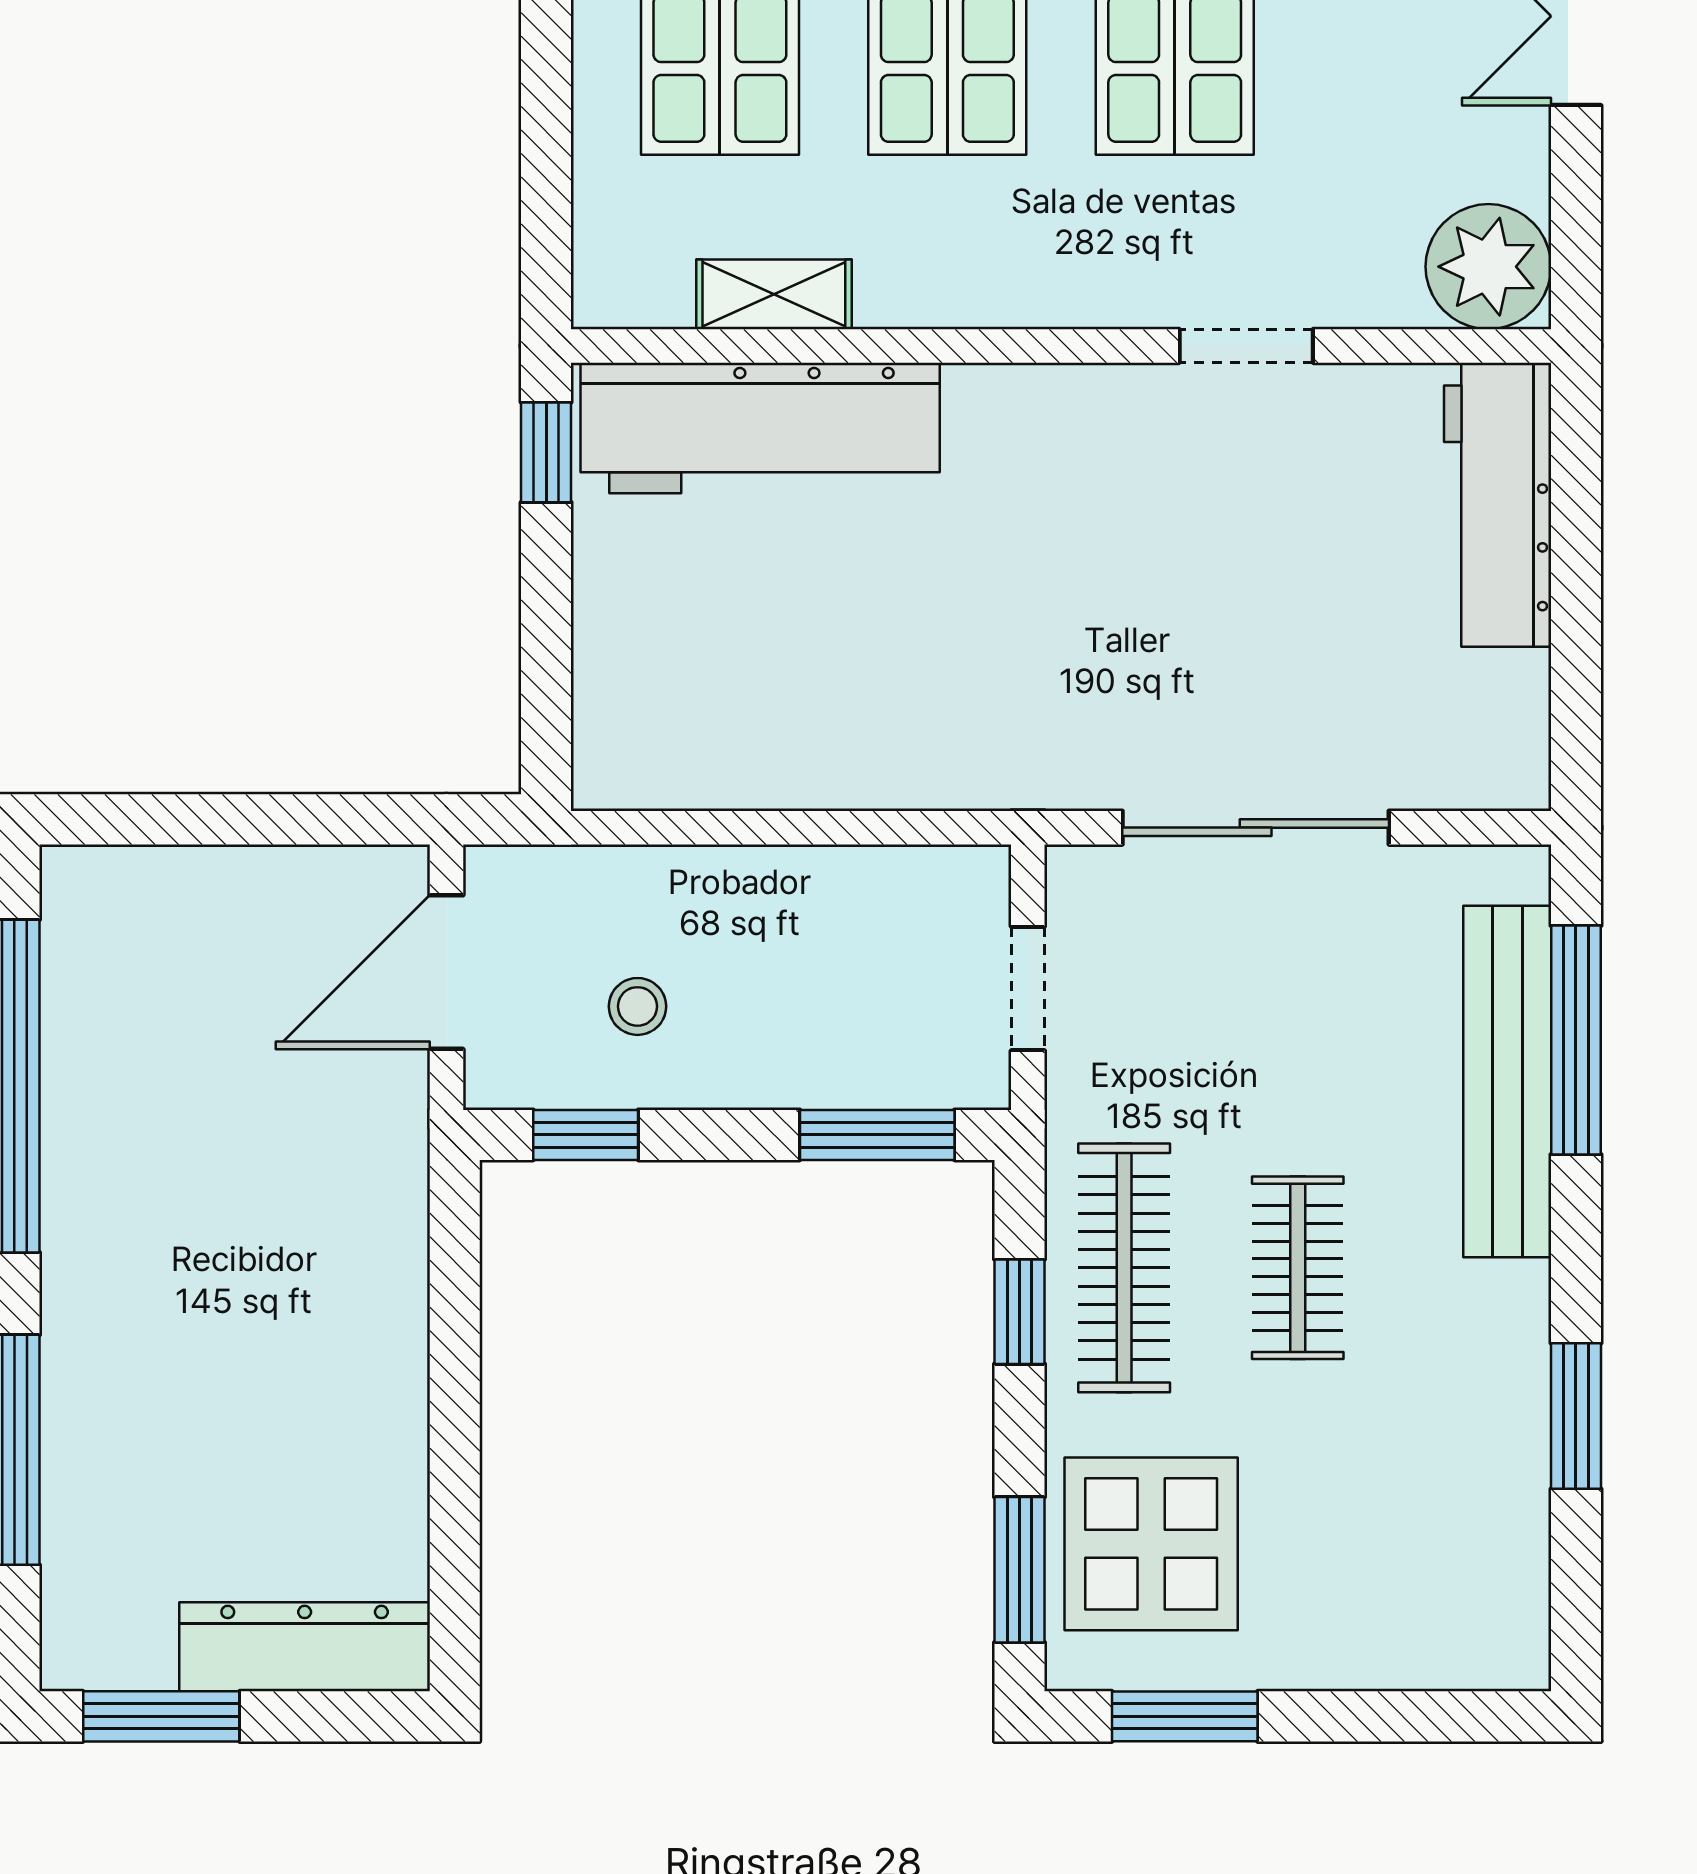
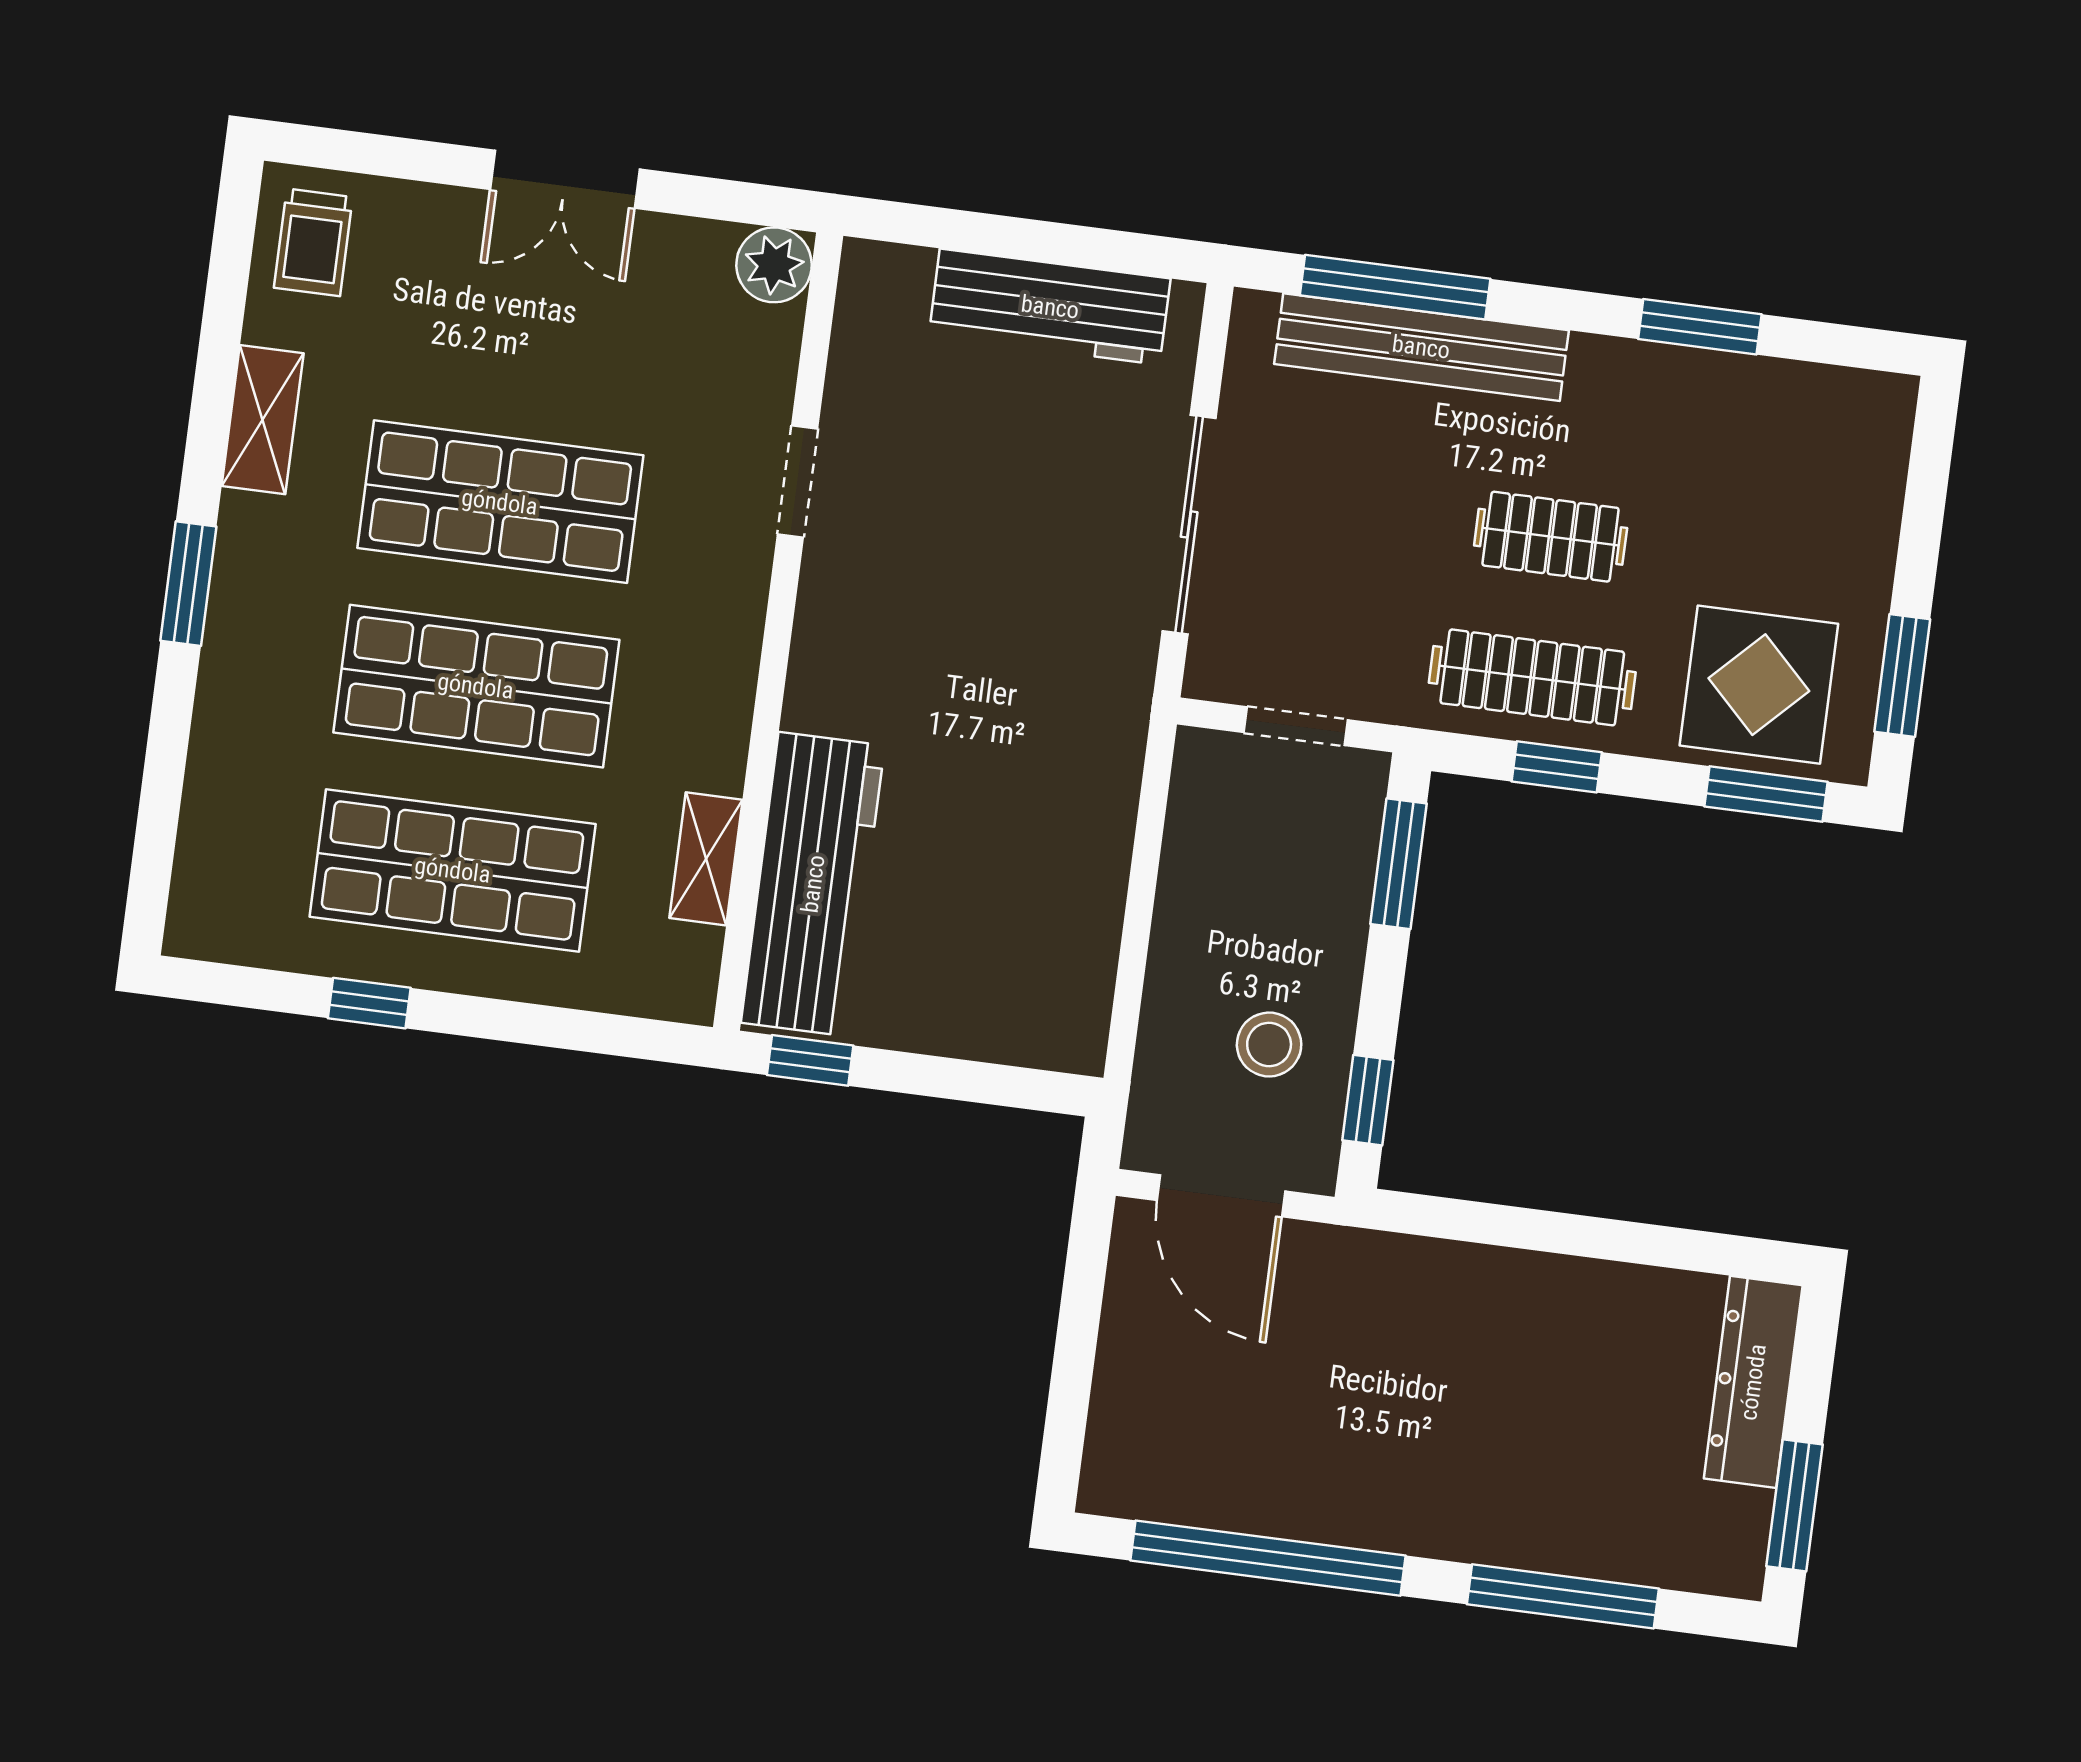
plant: (1488, 267) -> (774, 265), width x0.73, depth x0.73
workbench: (1498, 505) -> (1050, 307), moved
stool: (637, 1006) -> (1269, 1045), width x1.37, depth x1.37

